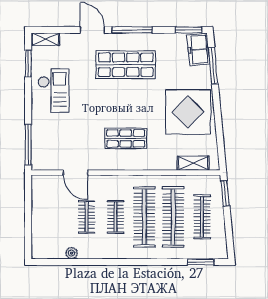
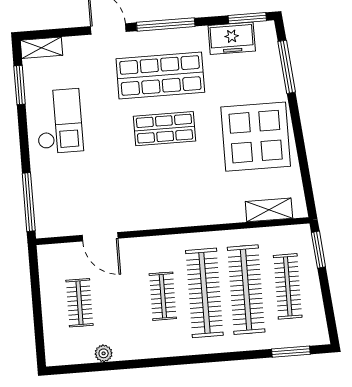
freezer: (198, 49) -> (232, 38), moved, turned -85
shop shelf: (126, 138) -> (165, 129), moved
clothes rail: (87, 217) -> (80, 303), moved

